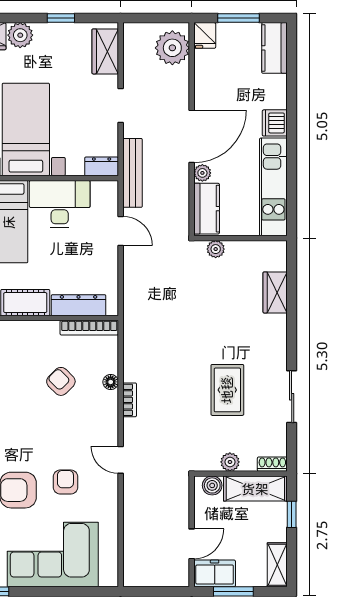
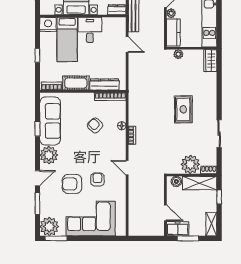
desk: (60, 204) -> (90, 30), width x0.73
wardrobe: (275, 292) -> (210, 61), moved
rug: (227, 390) -> (183, 109), moved
plant: (230, 462) -> (190, 164), width x1.88, depth x1.88
door: (192, 544) -> (165, 213), hinge flipped

